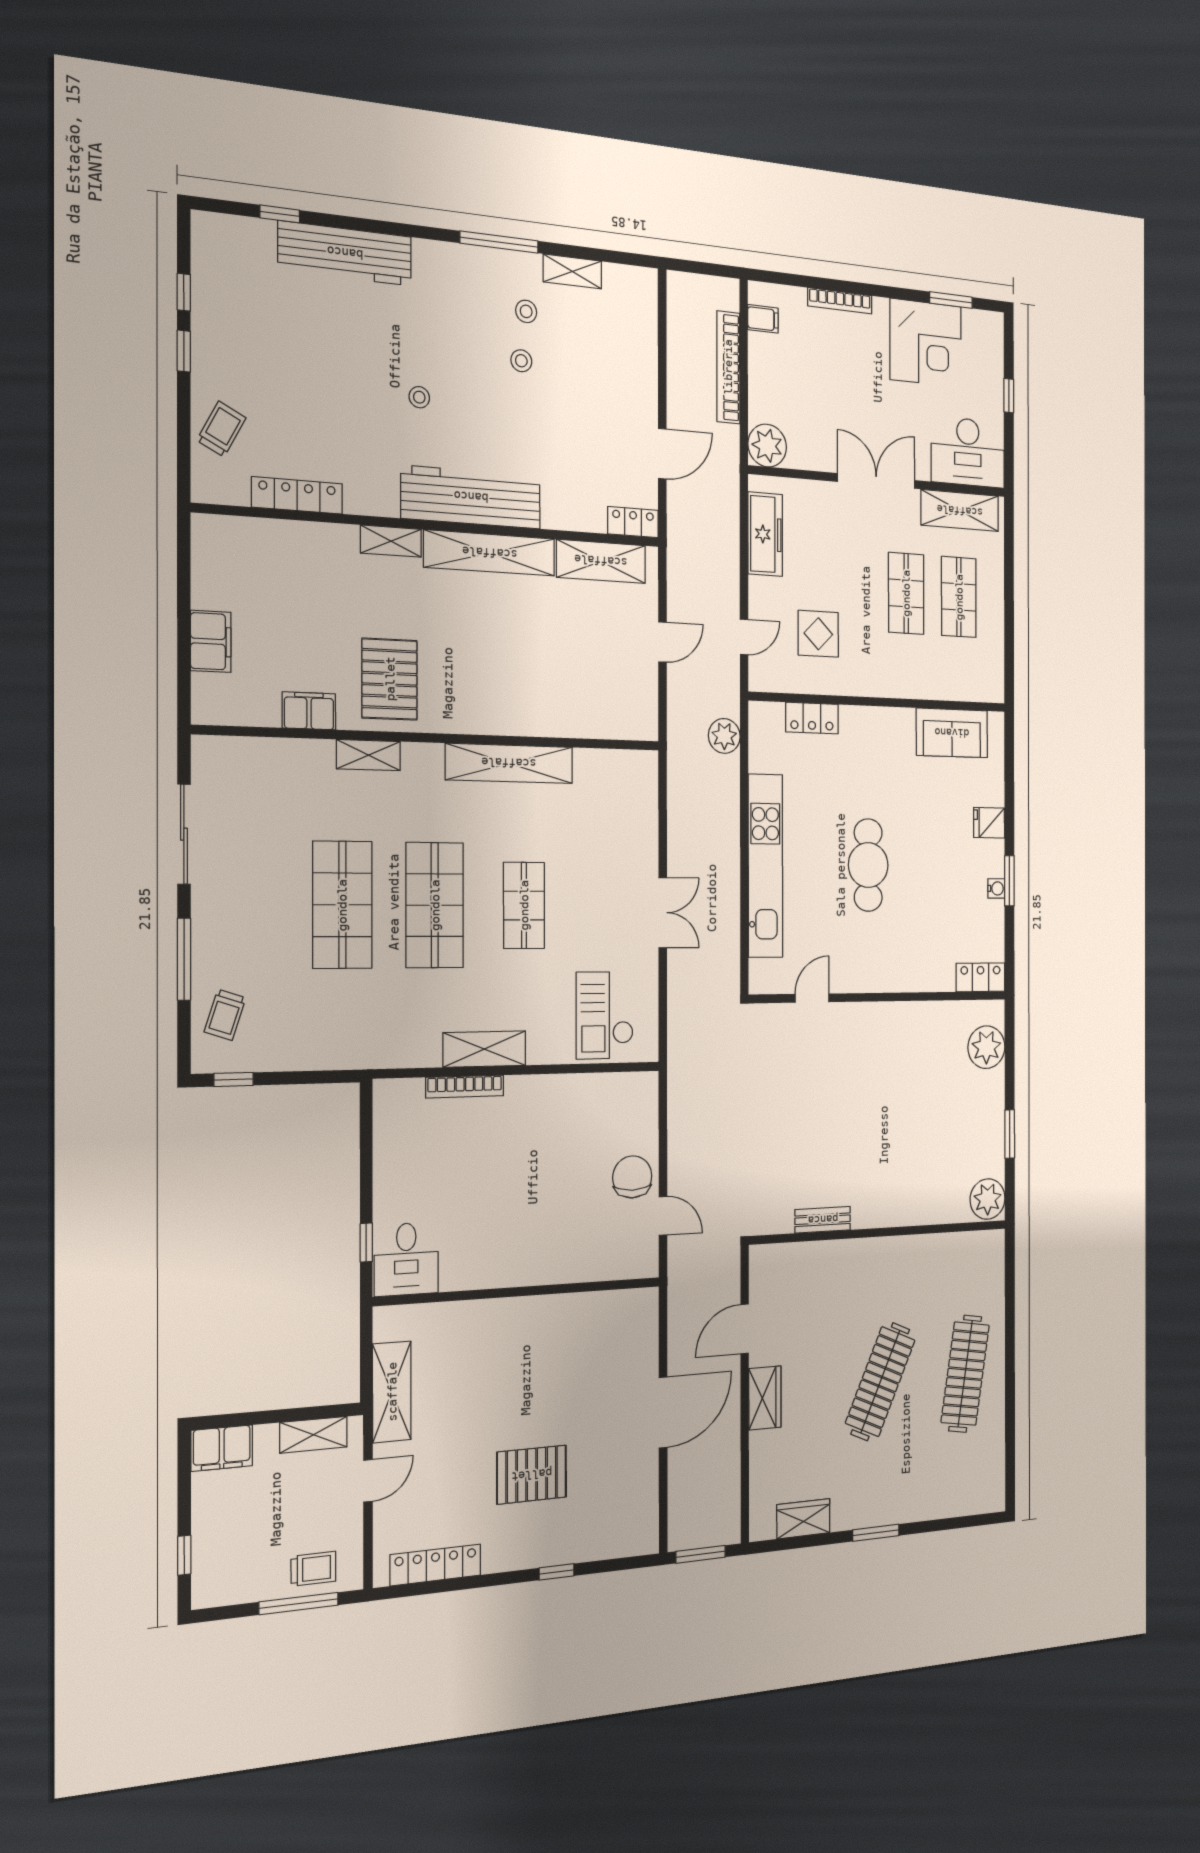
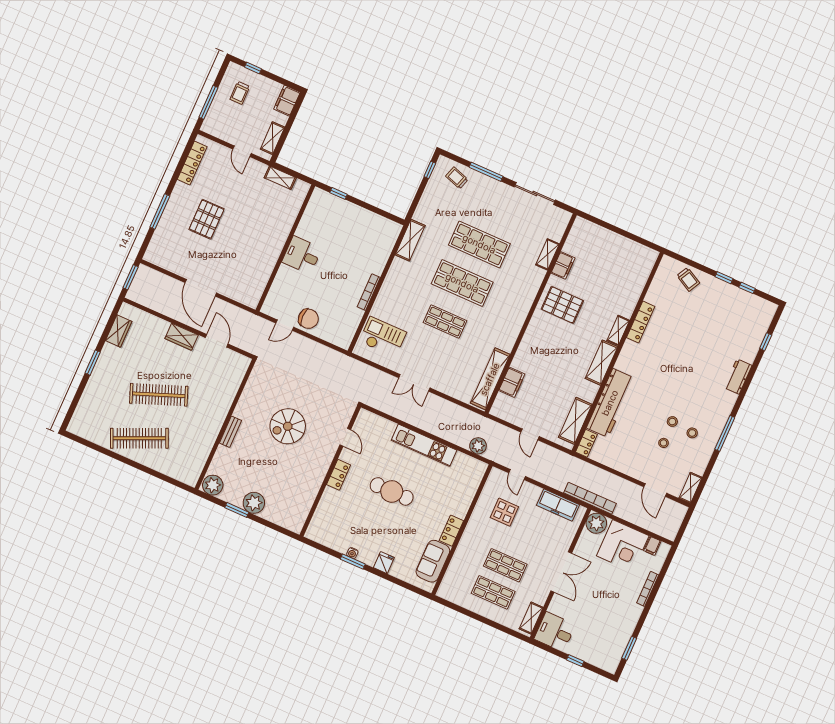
workbench: (345, 253) -> (738, 377), width x0.53, depth x0.76
shelving: (572, 271) -> (691, 488), moved
corner desk: (926, 343) -> (623, 546), moved, turned -90
bookcase: (728, 367) -> (590, 498), moved
stool: (419, 397) -> (664, 443), moved
desk: (968, 452) -> (555, 632), width x0.73
door: (662, 454) -> (655, 490), moved
locker: (297, 495) -> (641, 322), moved
workbench: (471, 497) -> (610, 403), moved
shelving: (960, 511) -> (531, 618), width x0.67, depth x0.75
shelving: (490, 553) -> (601, 363), width x0.68
filing cabinet: (211, 641) -> (512, 382), moved, turned -90
locker: (812, 718) -> (451, 531), moved
shelving: (368, 755) -> (548, 254), moved
shelving: (509, 763) -> (490, 379), moved
kitchen unit: (765, 866) -> (424, 445), width x0.73
locker: (980, 977) -> (339, 475), moved
plant: (986, 1047) -> (254, 503), moved
shelving: (484, 1049) -> (410, 240), moved
bookcase: (465, 1087) -> (369, 292), moved
spiral stairs: (837, 1116) -> (288, 426), added
bench: (823, 1220) -> (231, 432), moved
desk: (406, 1259) -> (302, 255), moved
clothes rail: (965, 1374) -> (139, 438), turned -33
clothes rail: (880, 1381) -> (159, 395), turned -45
shelving: (392, 1392) -> (280, 178), width x0.67, depth x0.75
trolley: (313, 1569) -> (240, 93), moved
window: (557, 1572) -> (160, 212), width x2.17

